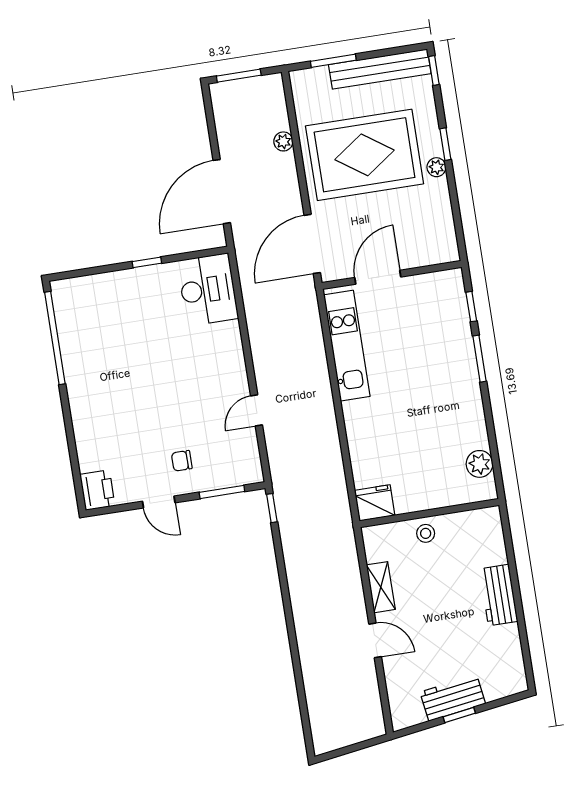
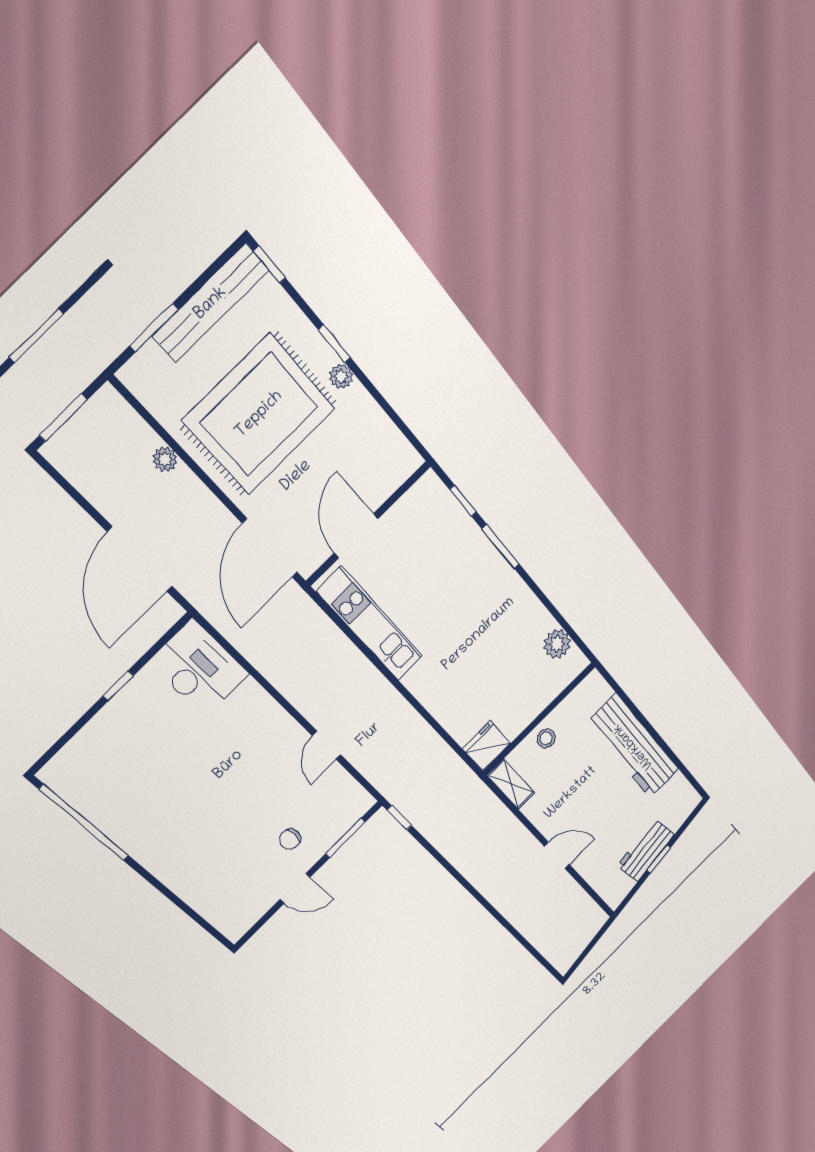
printer: (97, 490) -> (232, 921), removed
shelving: (381, 587) -> (511, 784), moved
workbench: (499, 595) -> (633, 746), width x1.88, depth x1.32

